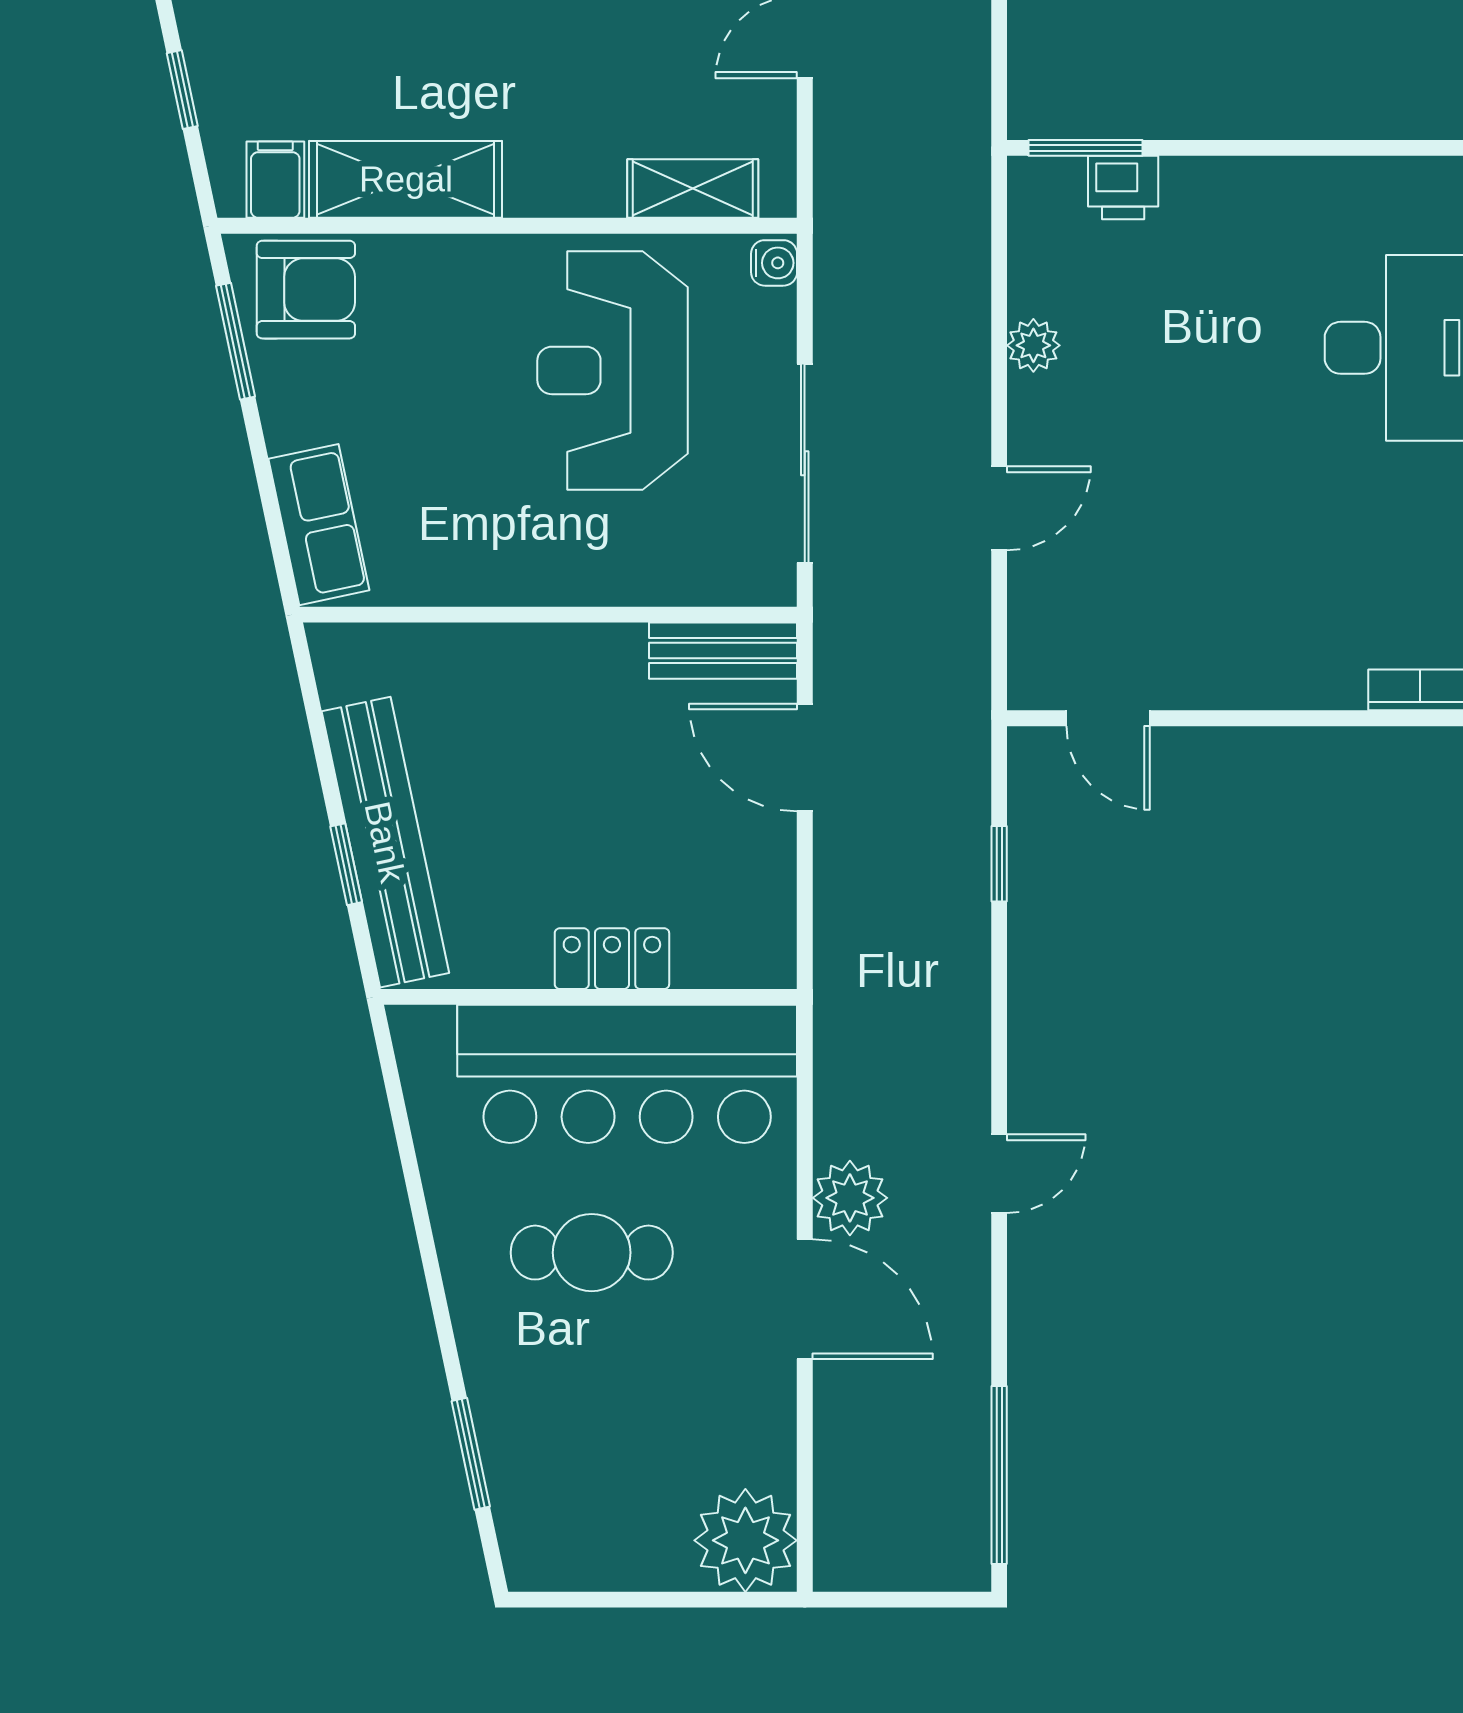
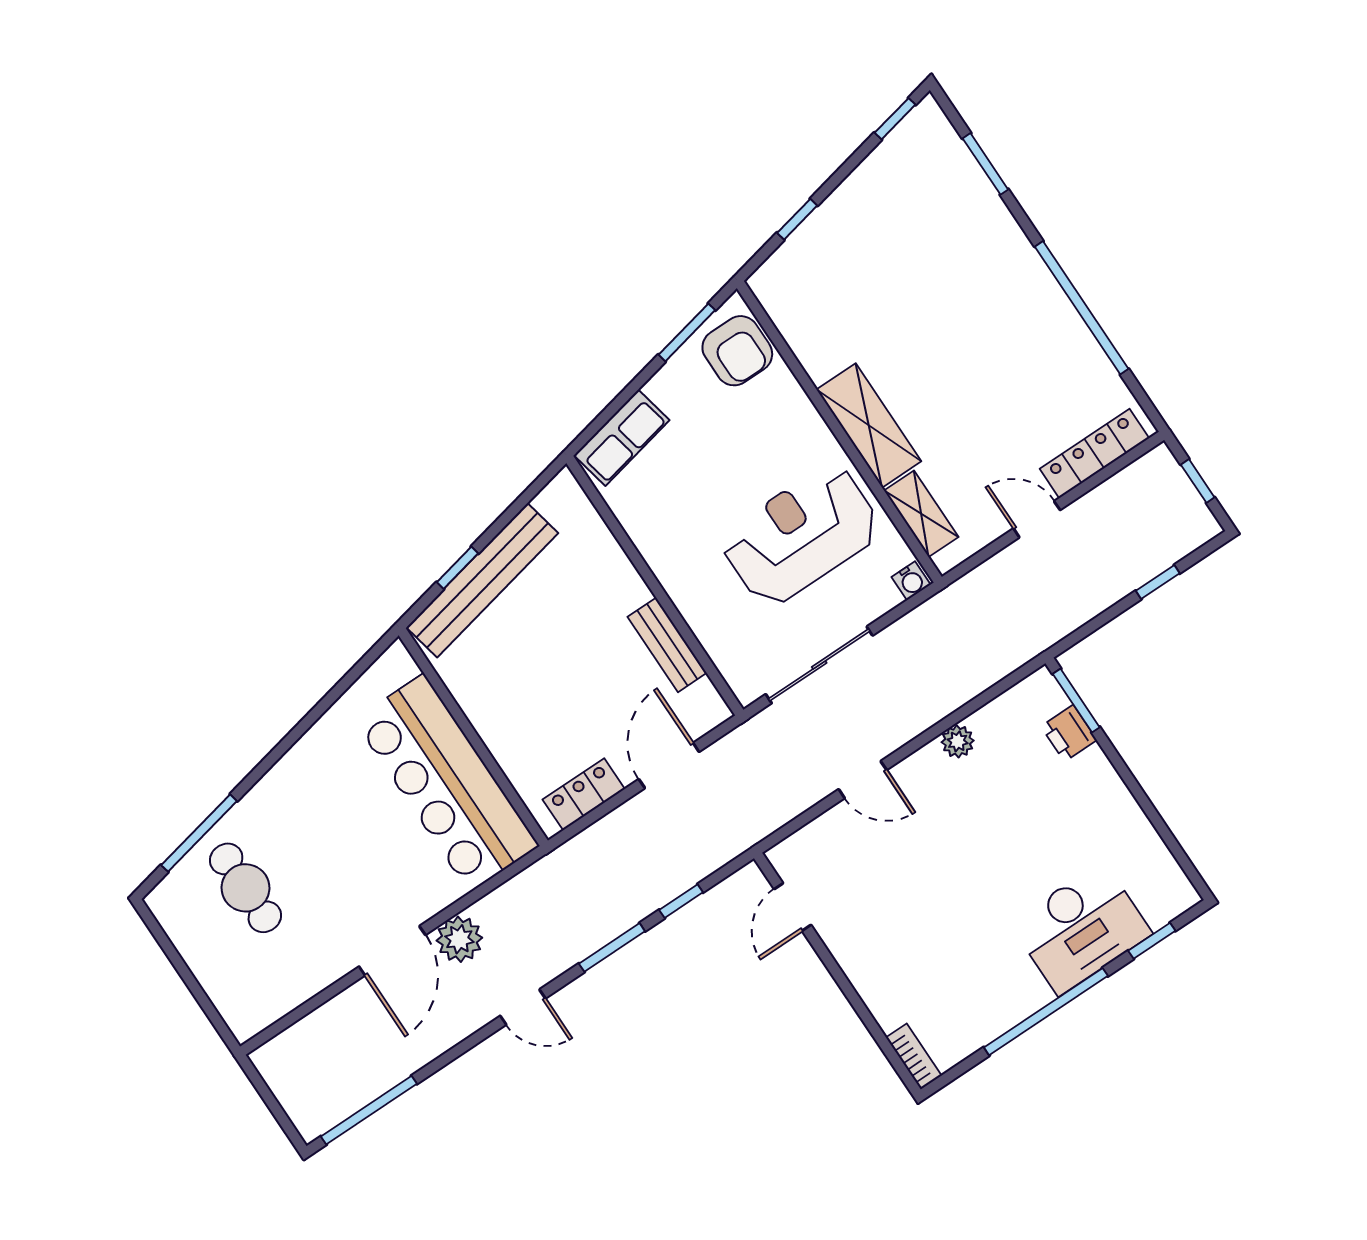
shelving: (406, 179) -> (869, 425), moved
filing cabinet: (275, 180) -> (783, 297), removed
bench: (723, 651) -> (667, 645), moved
locker: (612, 959) -> (584, 794), moved, turned -90
window: (999, 999) -> (612, 947), added
cafe table: (592, 1253) -> (245, 888), moved
window: (471, 1454) -> (199, 833), width x1.44
plant: (745, 1540) -> (249, 1003), removed

